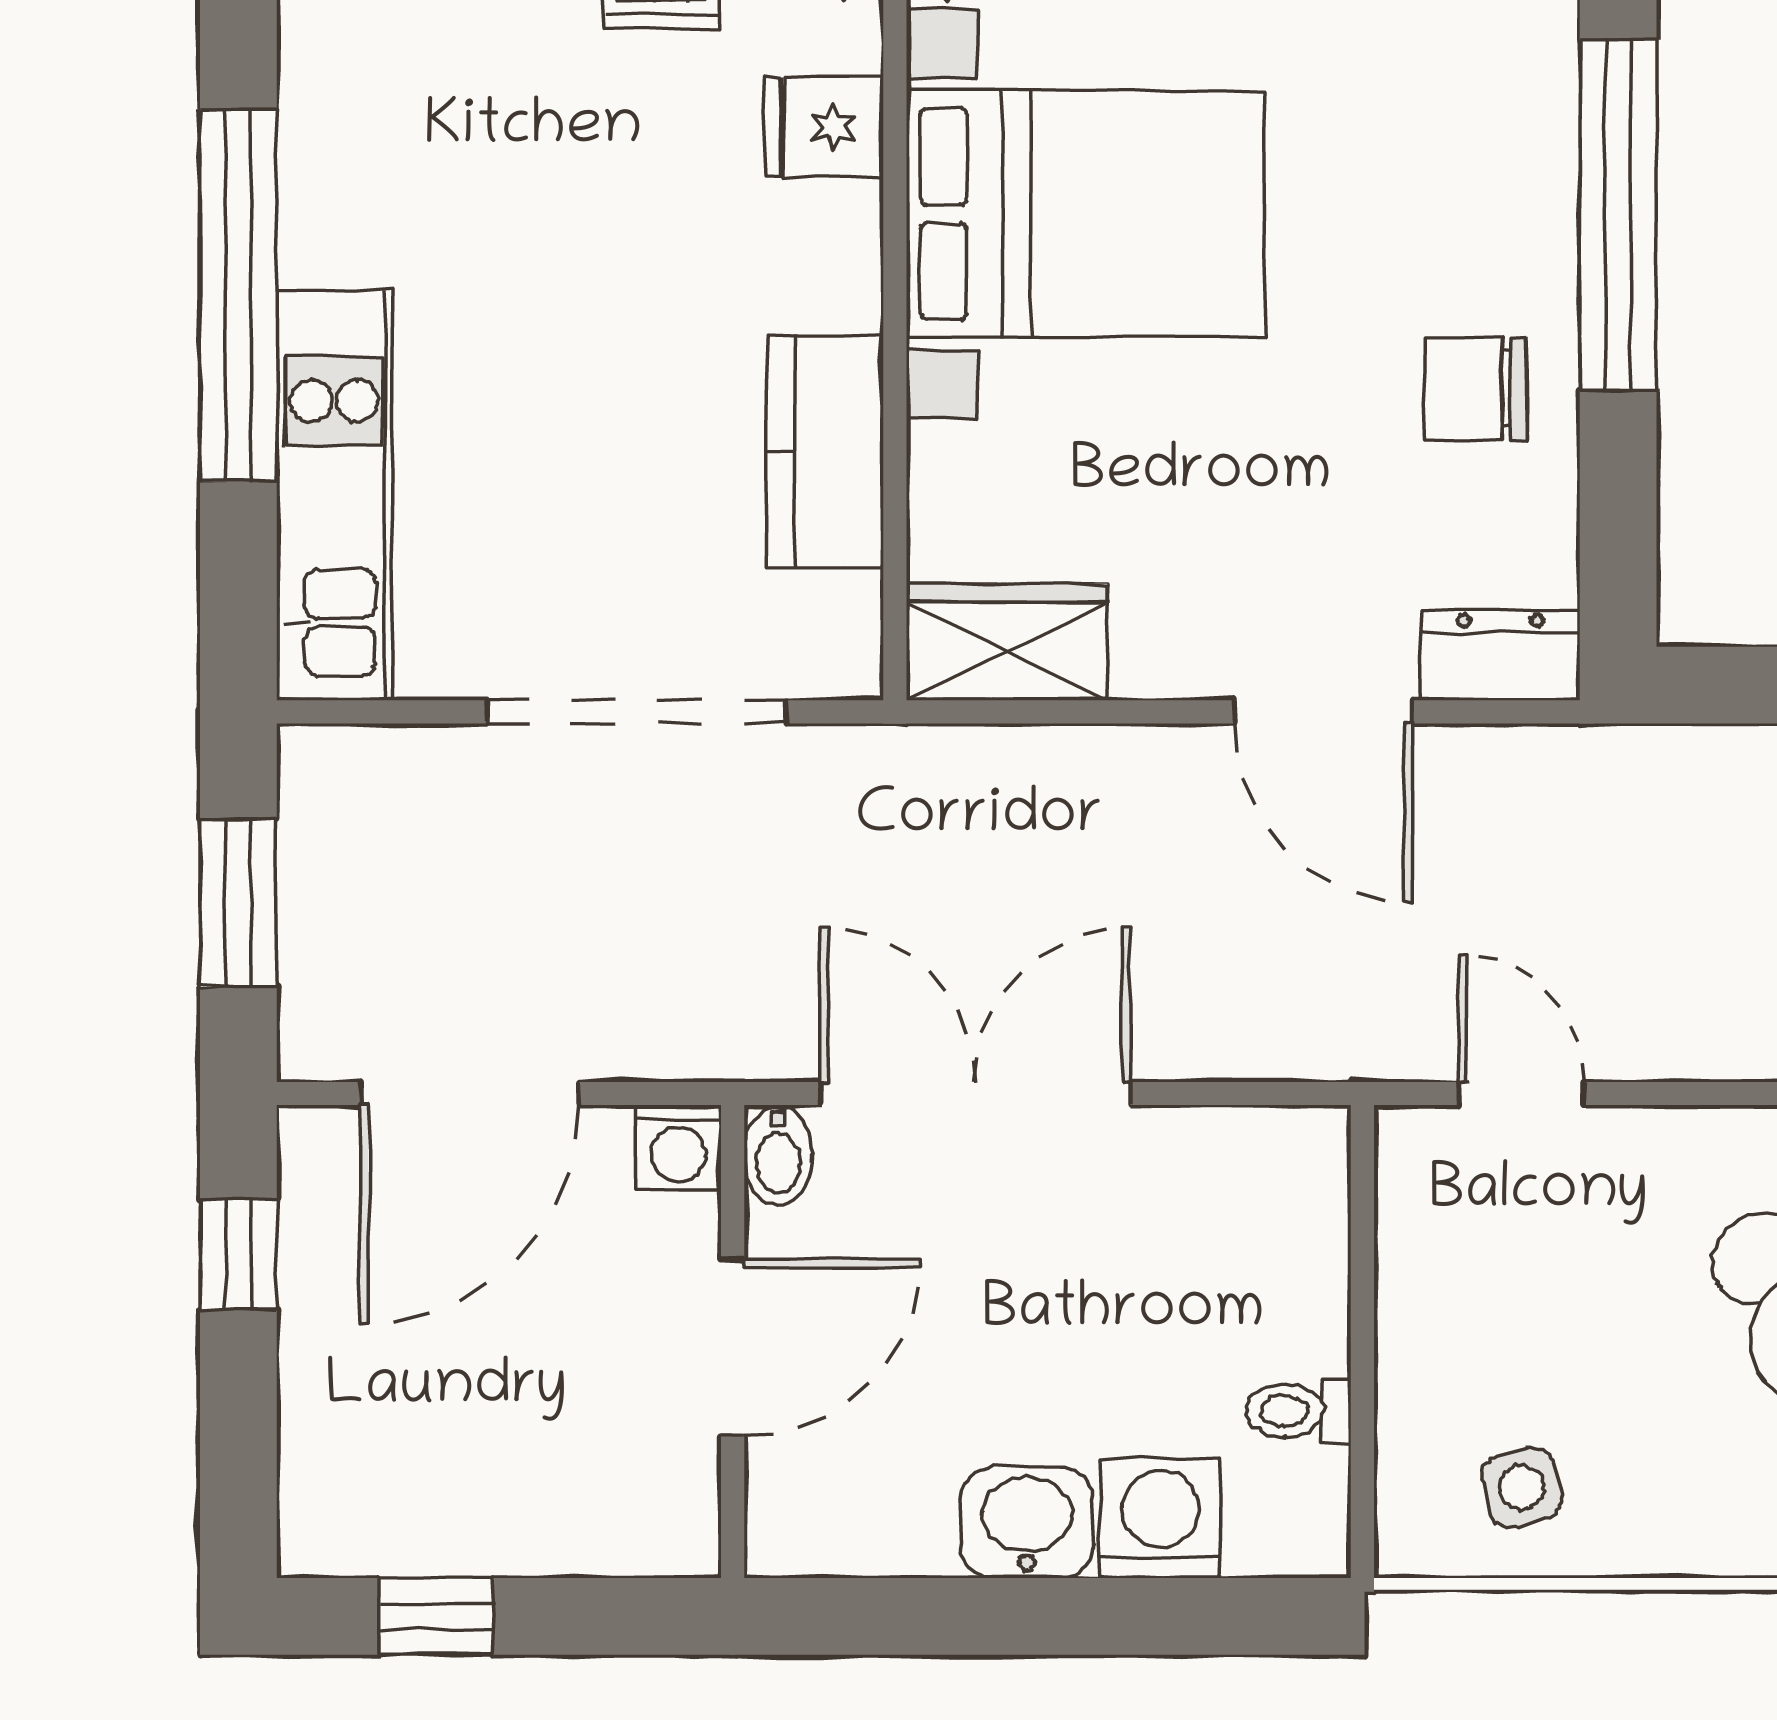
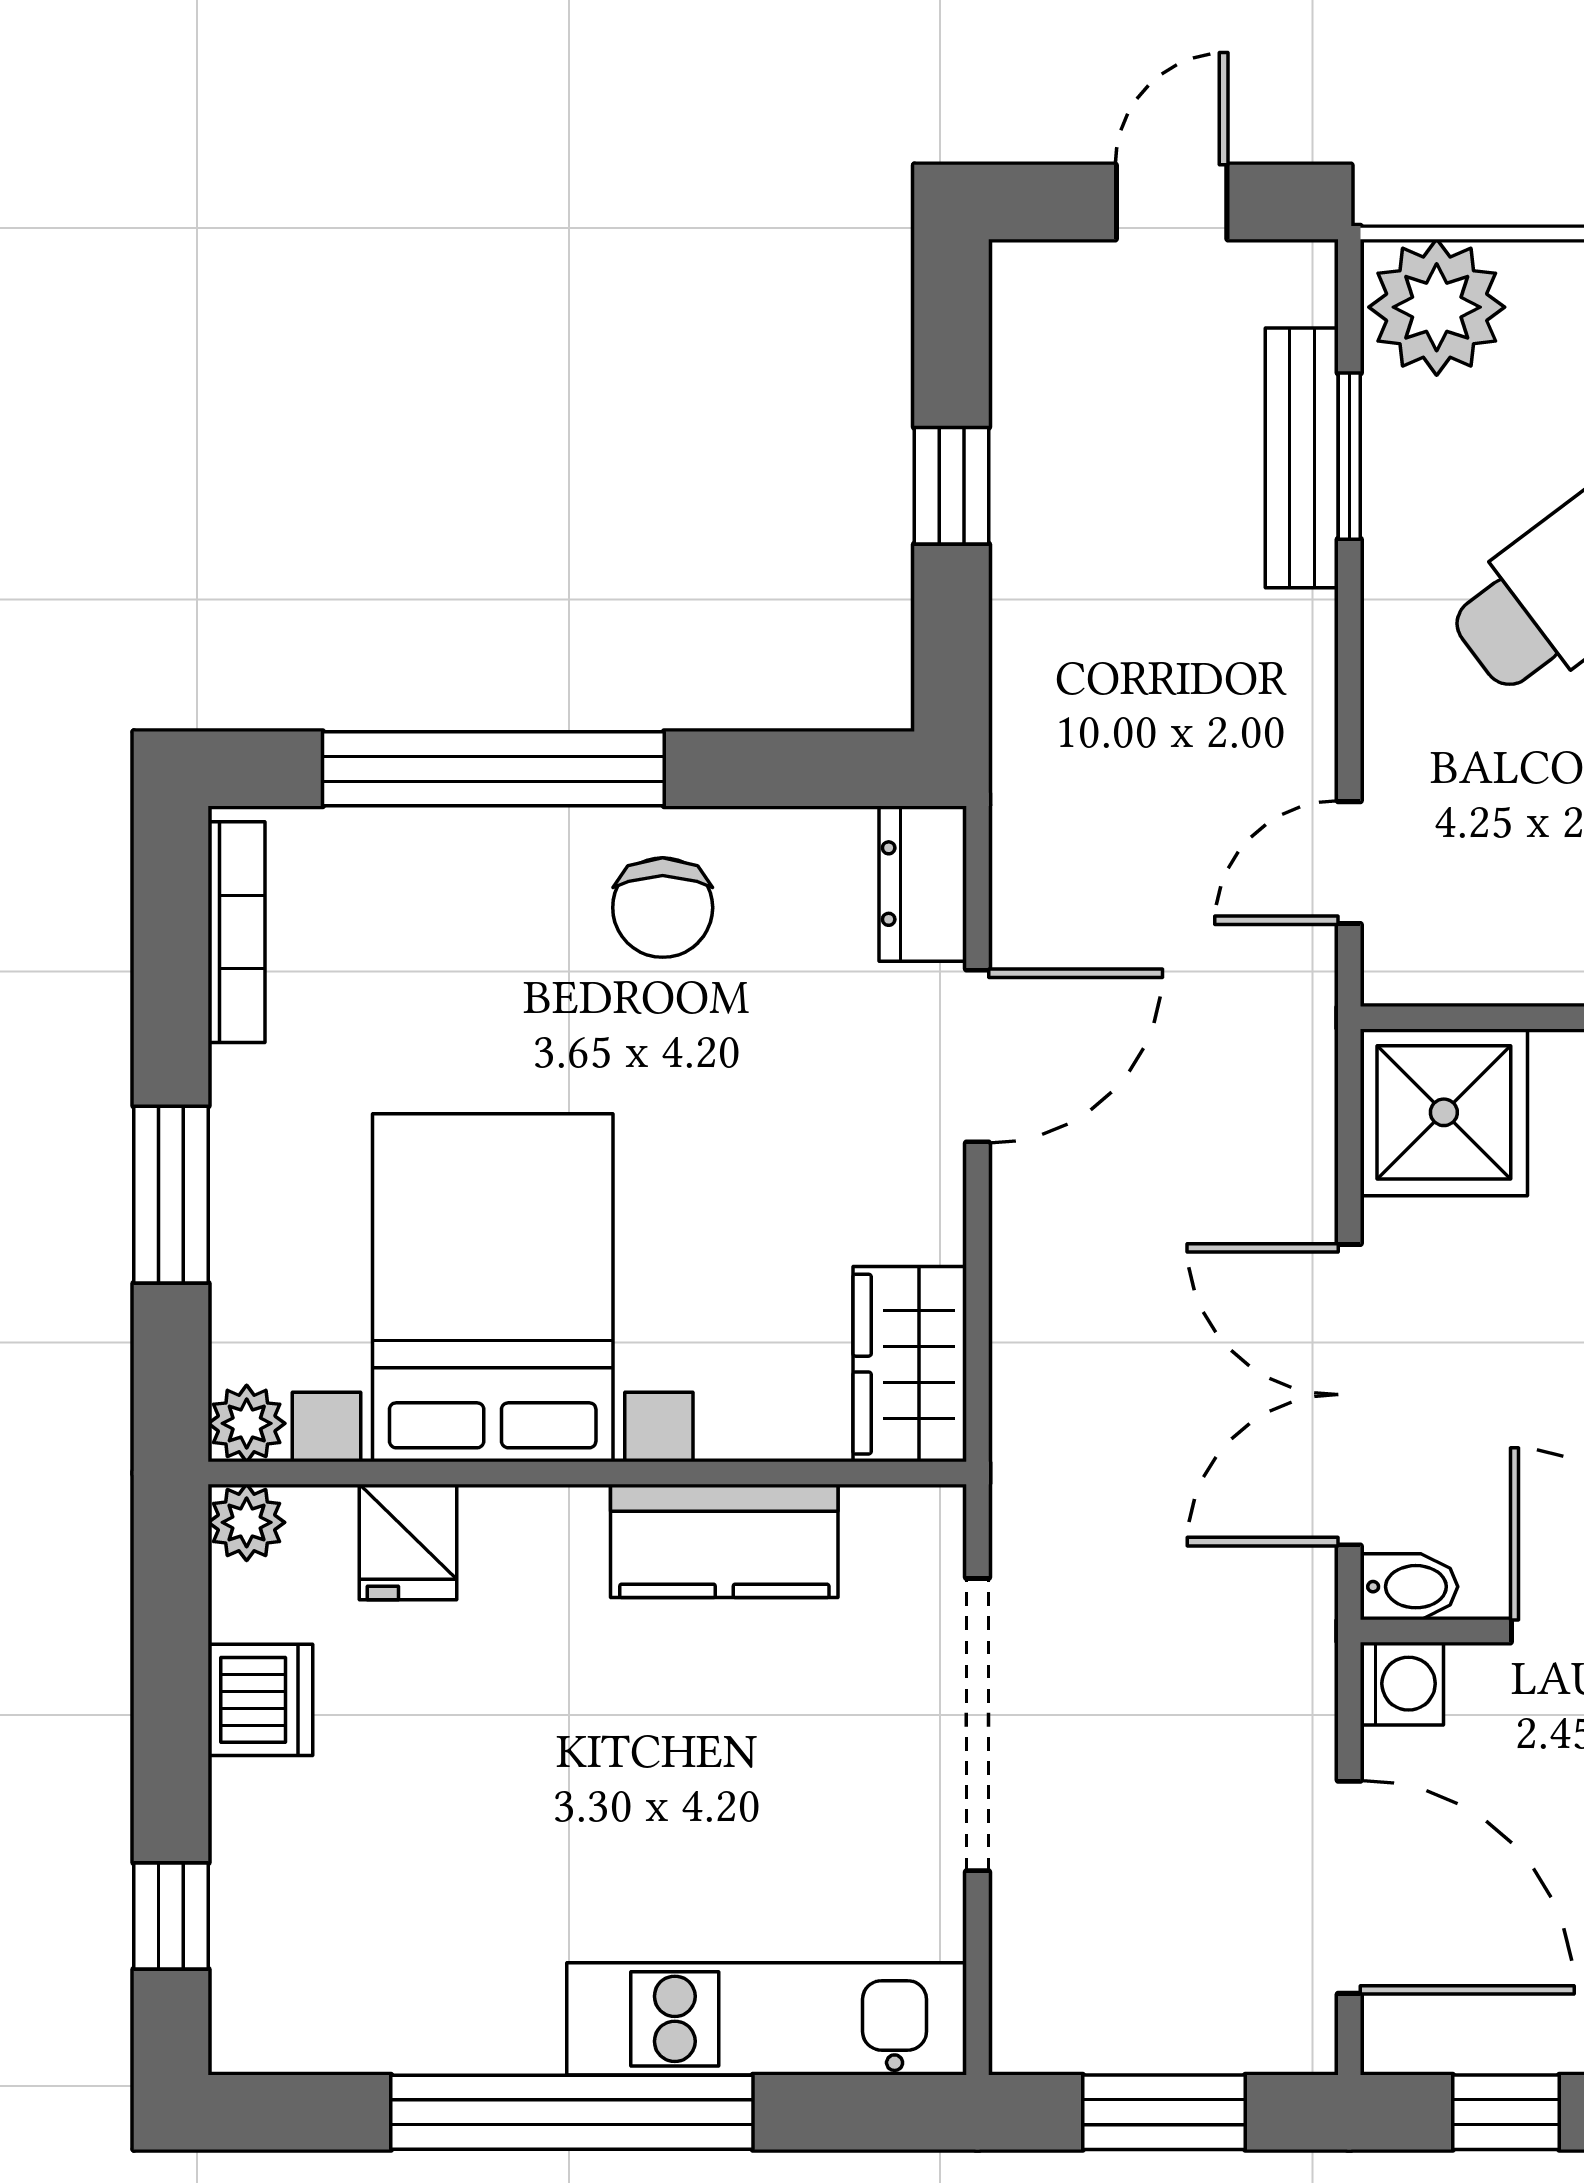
shower: (1265, 1191) -> (1444, 1112), added

